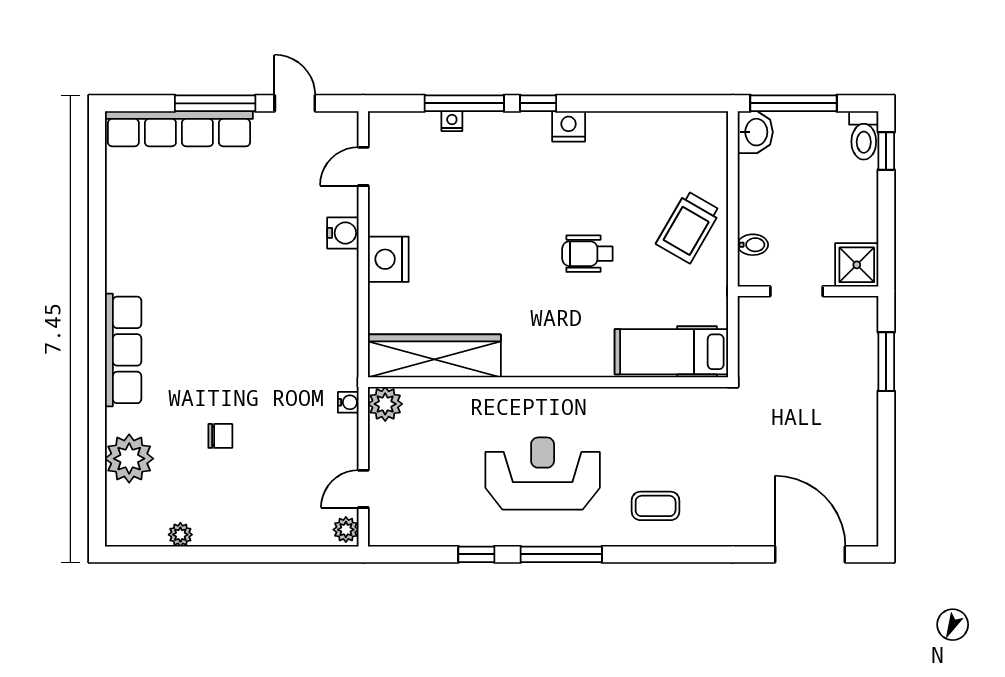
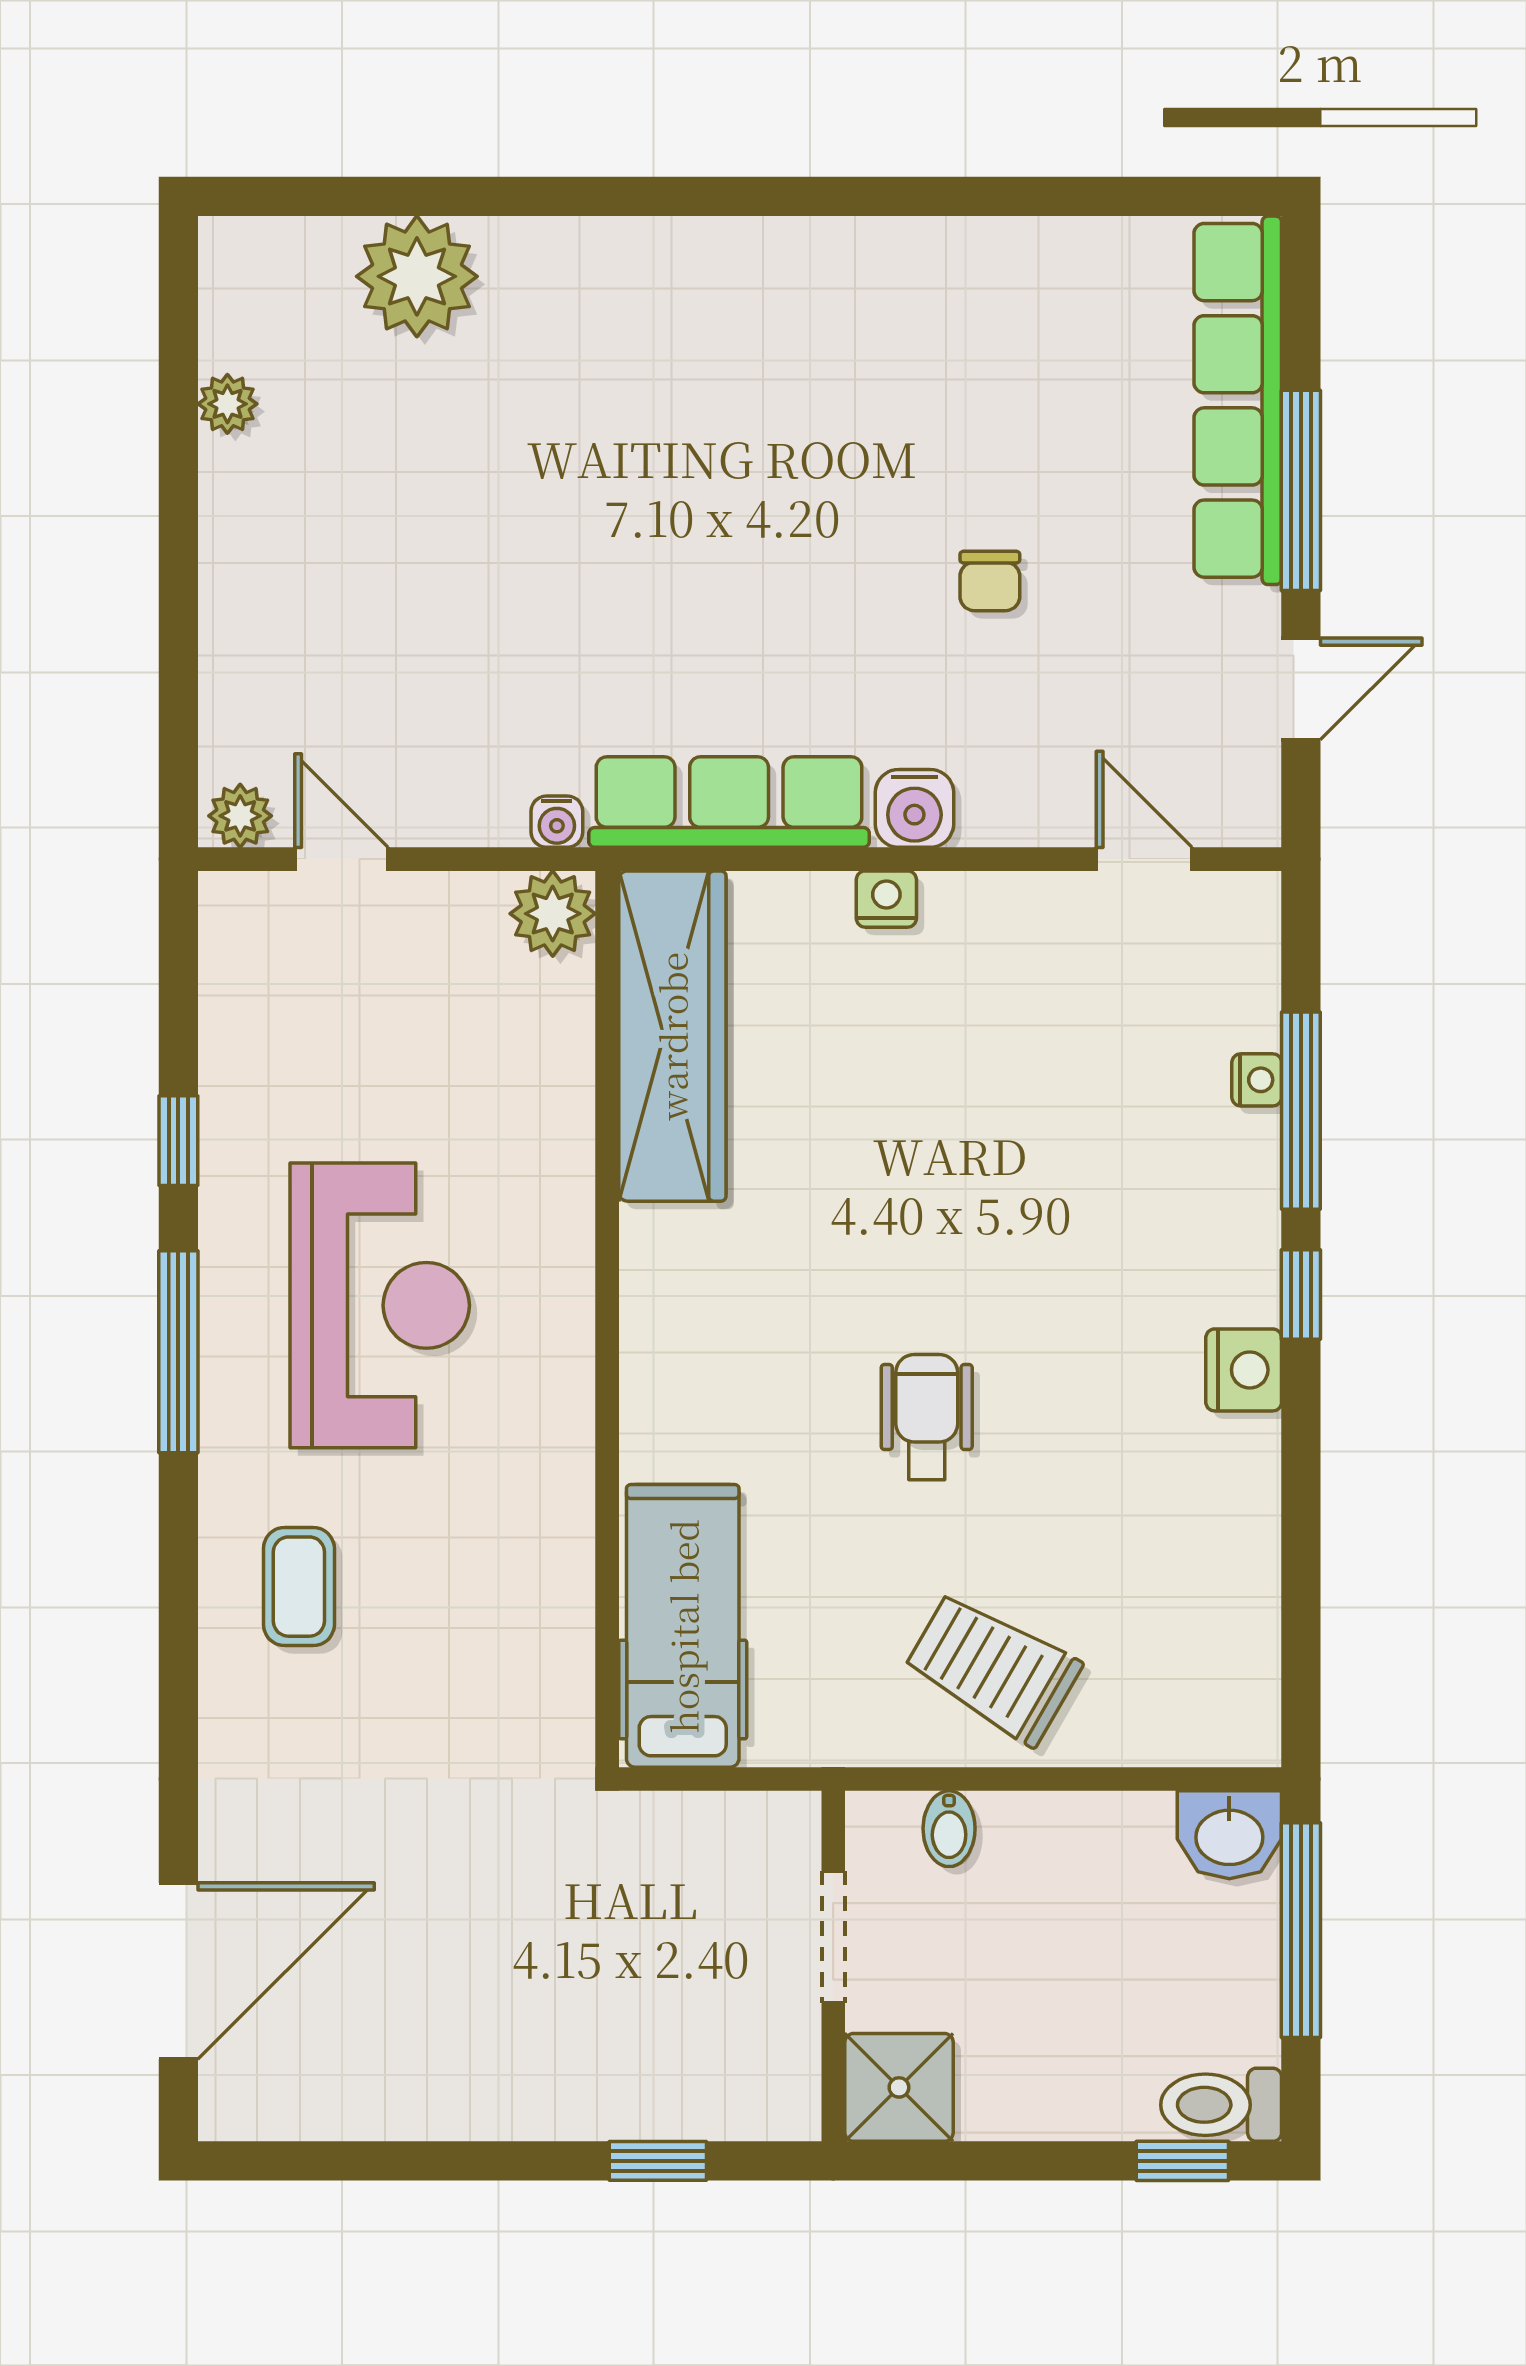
water cooler: (343, 233) -> (914, 808), moved
nightstand: (388, 259) -> (886, 899), width x0.53, depth x0.56
row of seats: (123, 350) -> (729, 802), moved, turned 180
window: (886, 362) -> (658, 2161), width x0.67
chair: (220, 436) -> (990, 581), moved

